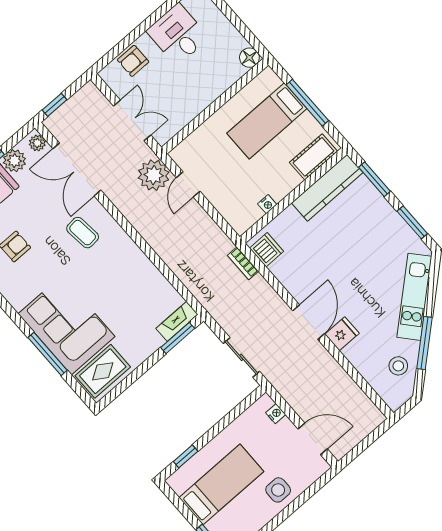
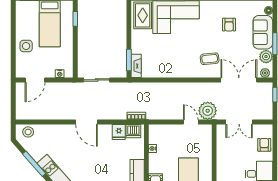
fridge: (342, 334) -> (119, 132), moved
stool: (398, 366) -> (28, 132), moved

